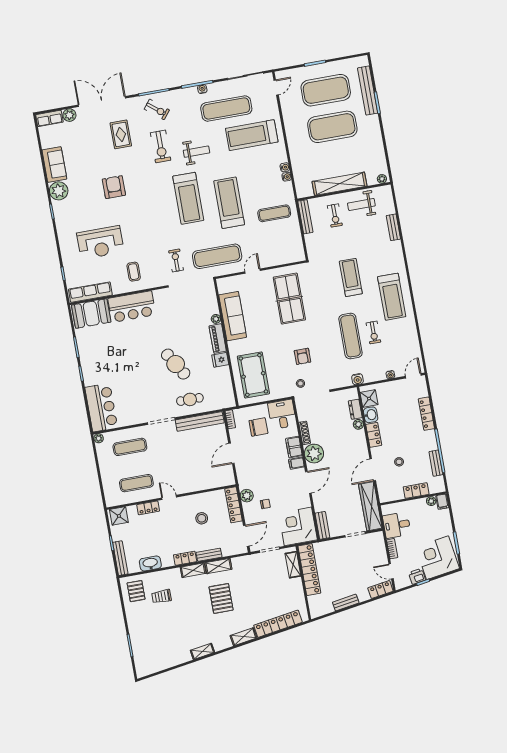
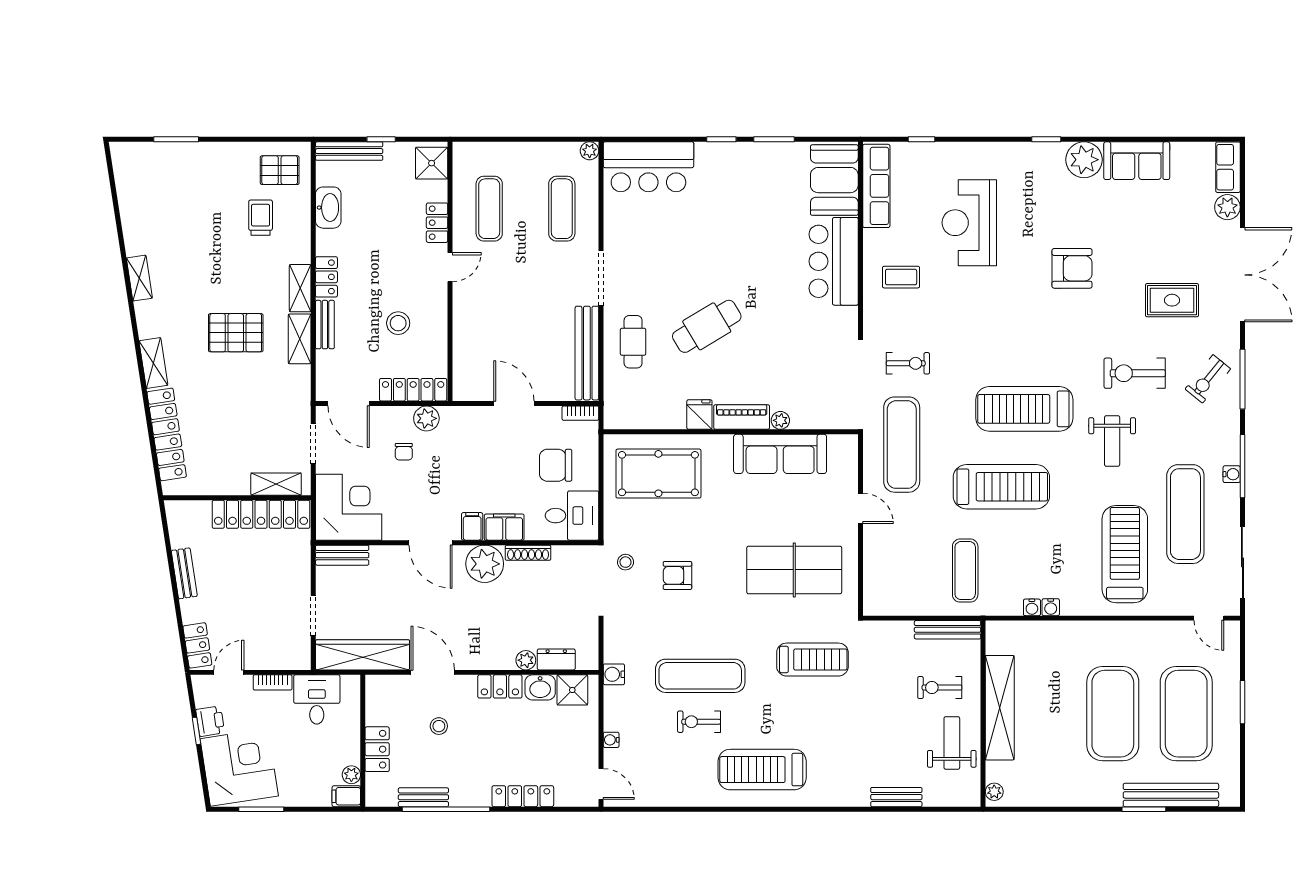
treadmill: (351, 277) -> (812, 660), moved
chair: (258, 427) -> (556, 465), turned 90

